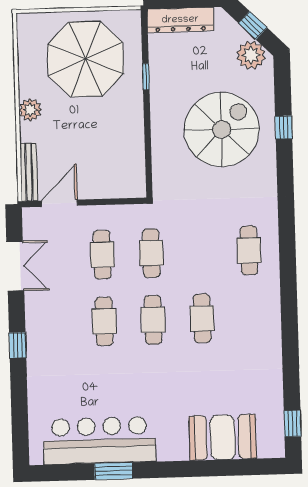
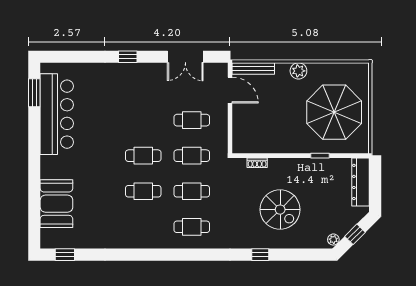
plant: (251, 55) -> (333, 240), width x0.53, depth x0.53
window: (284, 127) -> (260, 255), moved
spiral stairs: (222, 129) -> (280, 210), width x0.73, depth x0.73
shoe rack: (158, 163) -> (257, 163), added
cafe table: (104, 321) -> (192, 191), moved
window: (114, 471) -> (34, 93), moved

